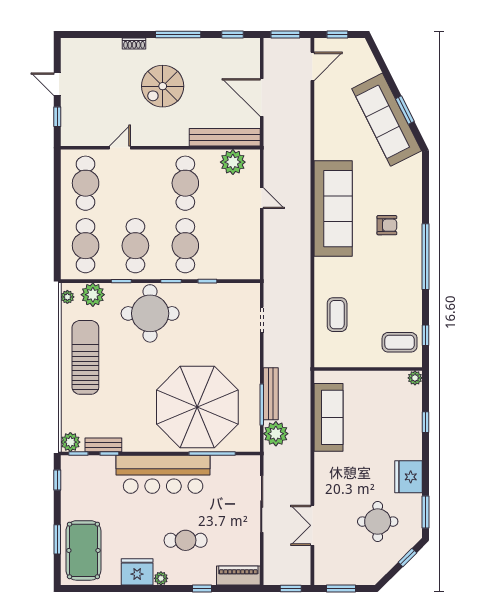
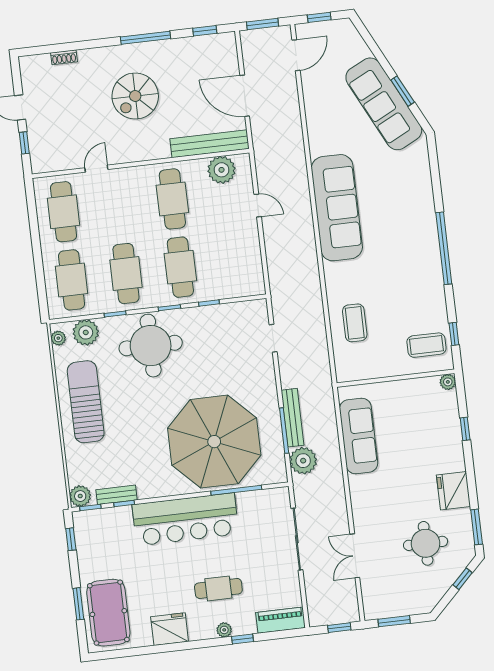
shoe rack: (134, 44) -> (64, 57), moved
armchair: (387, 225) -> (398, 219), removed
plant: (161, 578) -> (224, 630), moved

